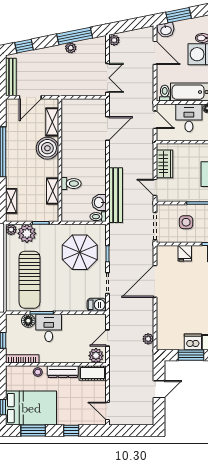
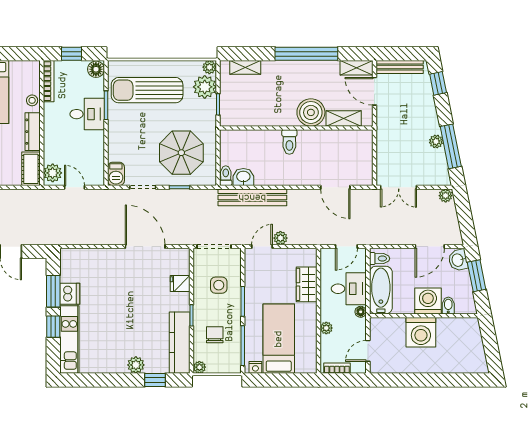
wardrobe: (165, 164) -> (307, 284), moved, turned 90
toilet: (71, 184) -> (289, 142), moved
shelving: (53, 191) -> (356, 68), moved
floor lamp: (28, 321) -> (96, 69), moved
plant: (148, 339) -> (280, 238), moved

